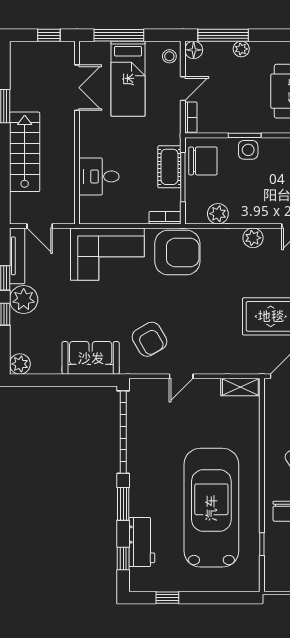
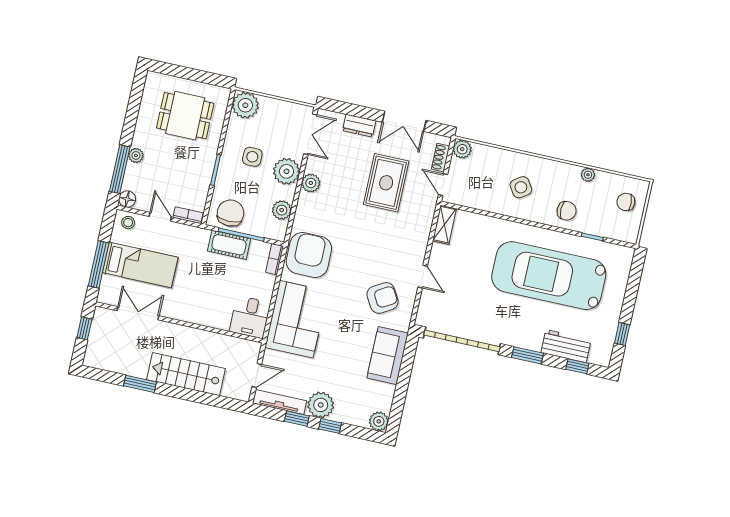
side table: (248, 150) -> (252, 157), moved
desk: (99, 176) -> (250, 317), moved
plant: (259, 210) -> (286, 171), added

